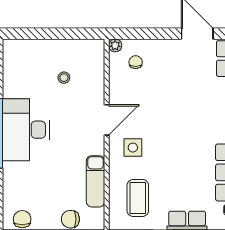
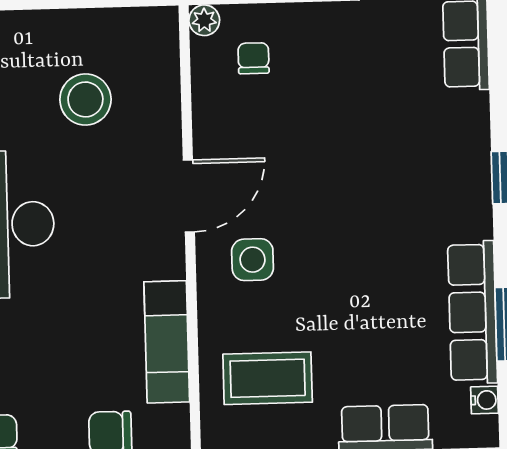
stool: (64, 78) -> (85, 99), width x1.89, depth x1.89
coffee table: (138, 198) -> (268, 378), turned 90

